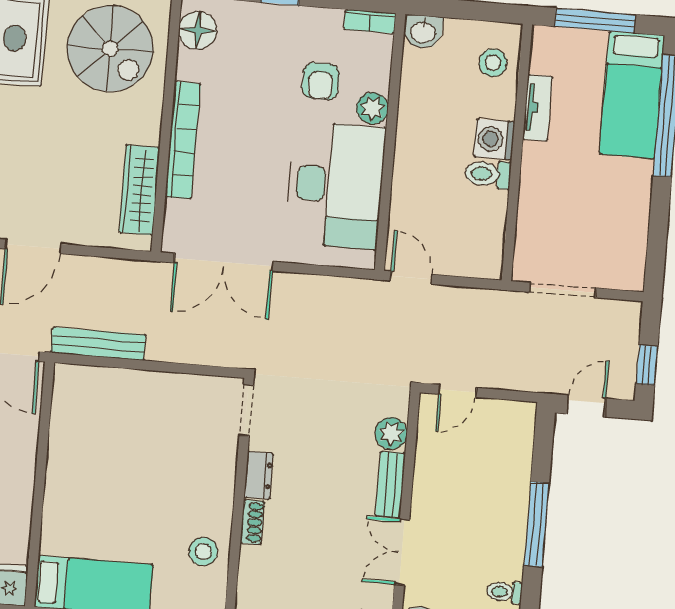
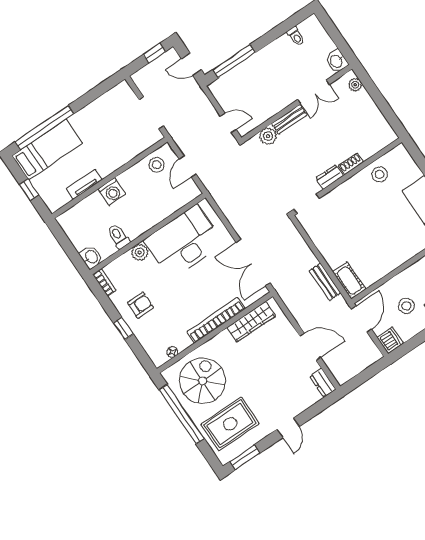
window: (595, 21) -> (29, 190), width x0.46
floor lamp: (198, 30) -> (172, 352), width x0.53, depth x0.53
stool: (493, 63) -> (157, 165), moved
armchair: (321, 81) -> (141, 305), moved
toilet: (488, 174) -> (118, 236), moved, turned 180
double door: (224, 262) -> (253, 263), swing flipped
door: (411, 278) -> (188, 166), moved
bench: (98, 344) -> (325, 282), width x0.73
cot: (84, 382) -> (349, 280), added
window: (536, 524) -> (234, 61), moved

